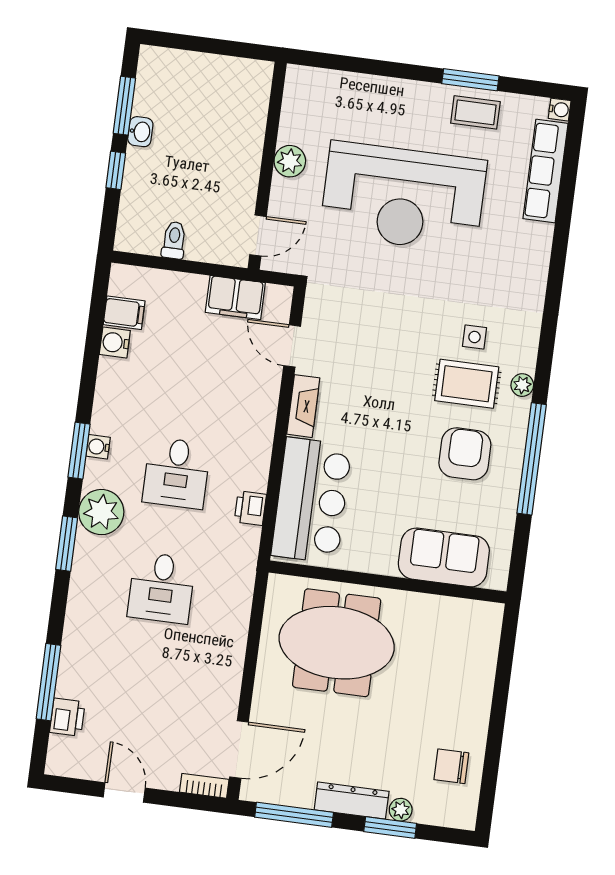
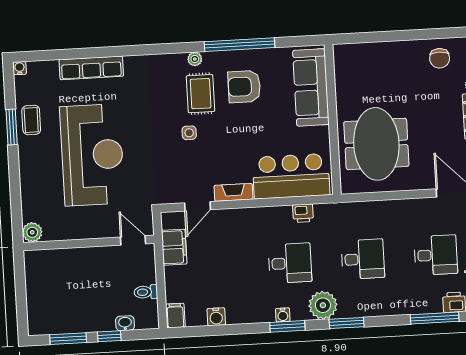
washbasin: (140, 132) -> (125, 323), moved
plant: (290, 161) -> (32, 232), moved
row of seats: (545, 171) -> (91, 68), moved
filing cabinet: (124, 313) -> (175, 316), moved
side table: (474, 337) -> (189, 133), moved
sofa: (444, 557) -> (311, 87), width x1.36
desk: (146, 702) -> (436, 255), added

